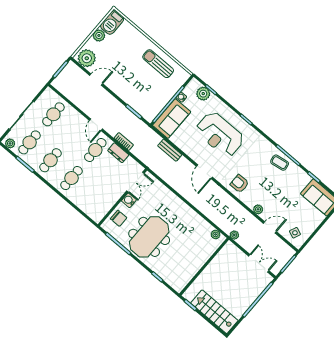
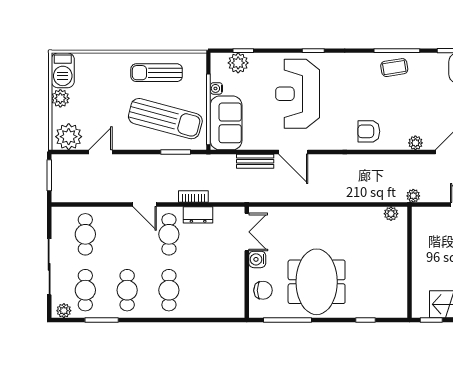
sun lounger: (143, 90) -> (165, 119), added
reception desk: (220, 134) -> (298, 94), turned 90
door: (204, 172) -> (293, 152), moved

